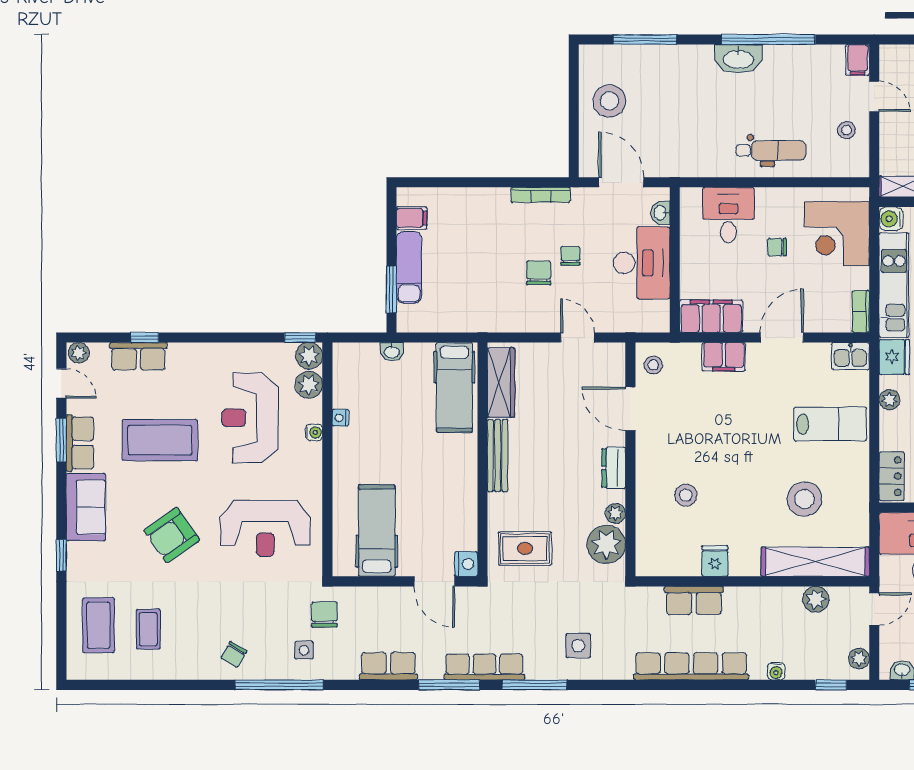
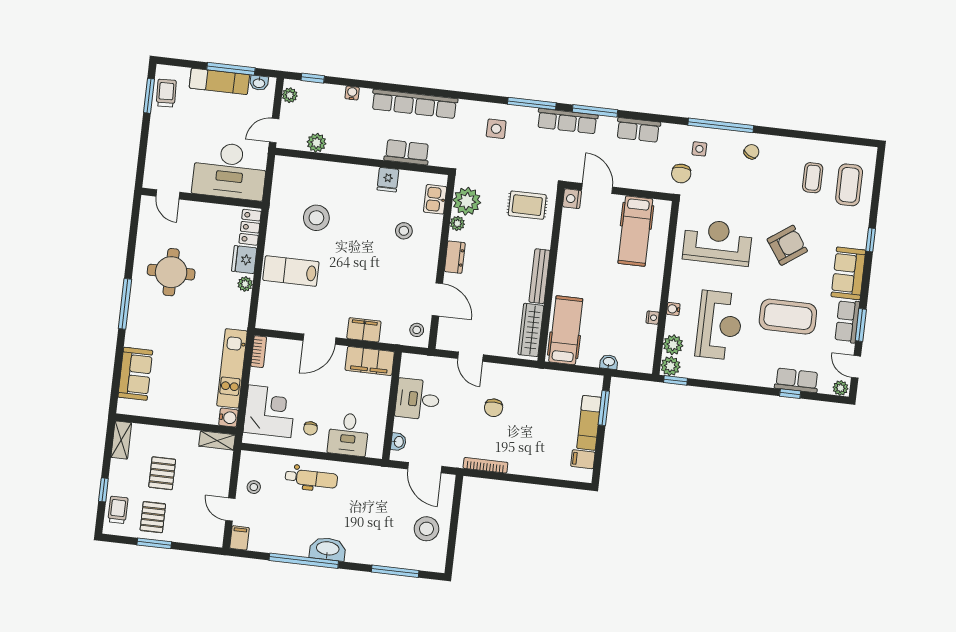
dental chair: (771, 150) -> (311, 478), turned 180
chair: (777, 247) -> (310, 428), moved, turned 90
chair: (570, 256) -> (469, 418), removed
desk: (641, 263) -> (418, 399), width x0.73
kitchen sink: (851, 356) -> (435, 199), moved, turned -90
fridge: (894, 357) -> (244, 260), moved
shelving: (815, 562) -> (314, 171), removed

